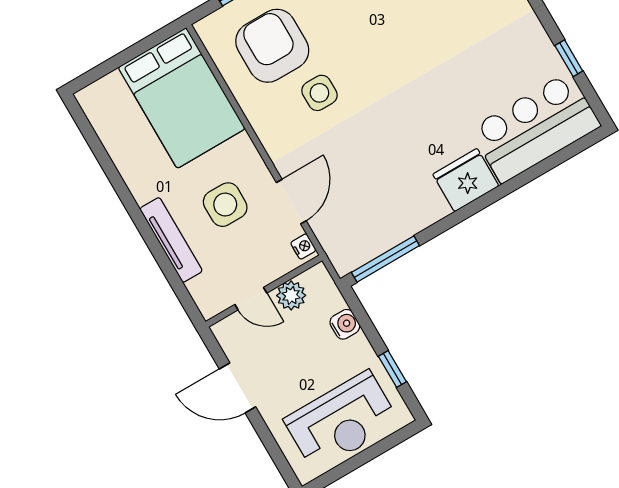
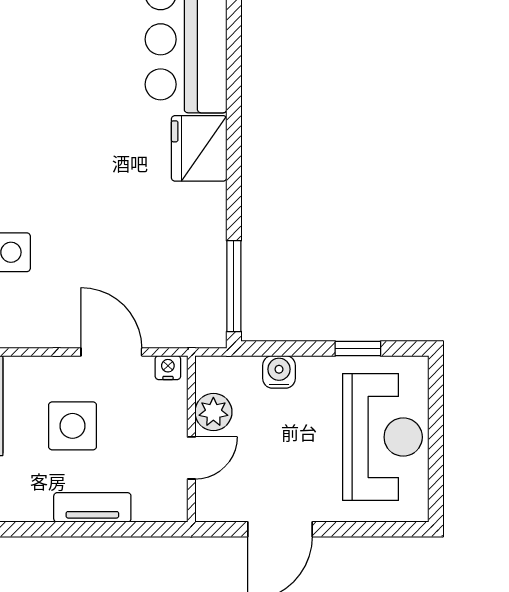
tv unit: (171, 240) -> (92, 507), width x0.71

